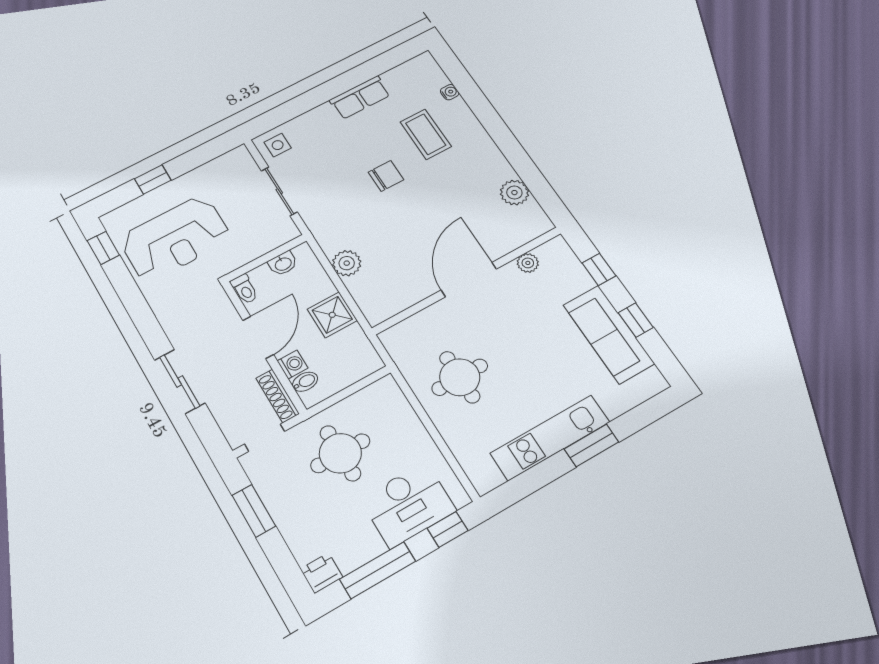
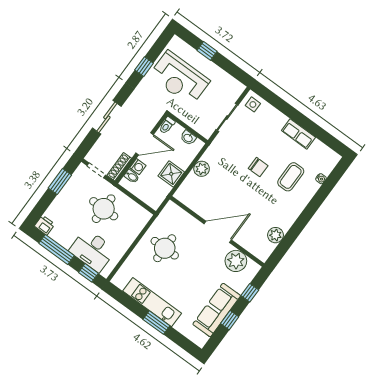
window: (103, 248) -> (144, 67), moved
plant: (528, 263) -> (236, 261), width x1.87, depth x1.87

